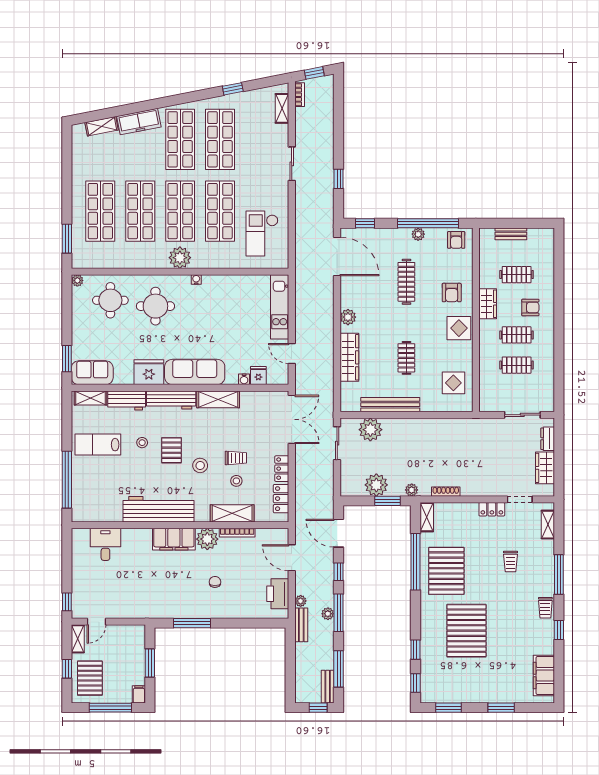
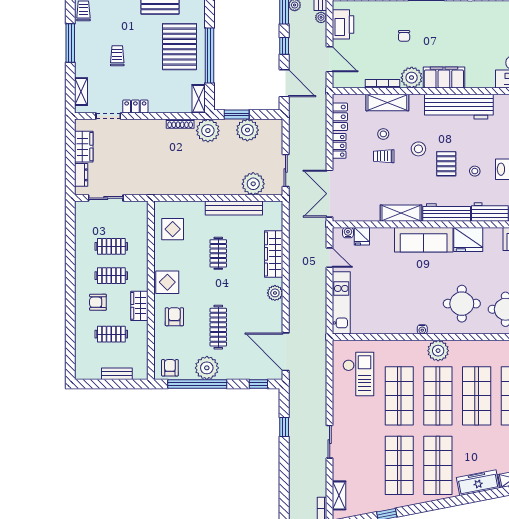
plant: (418, 234) -> (207, 368), width x1.87, depth x1.87
water cooler: (244, 379) -> (348, 233), moved
plant: (412, 490) -> (208, 131), width x1.88, depth x1.88

